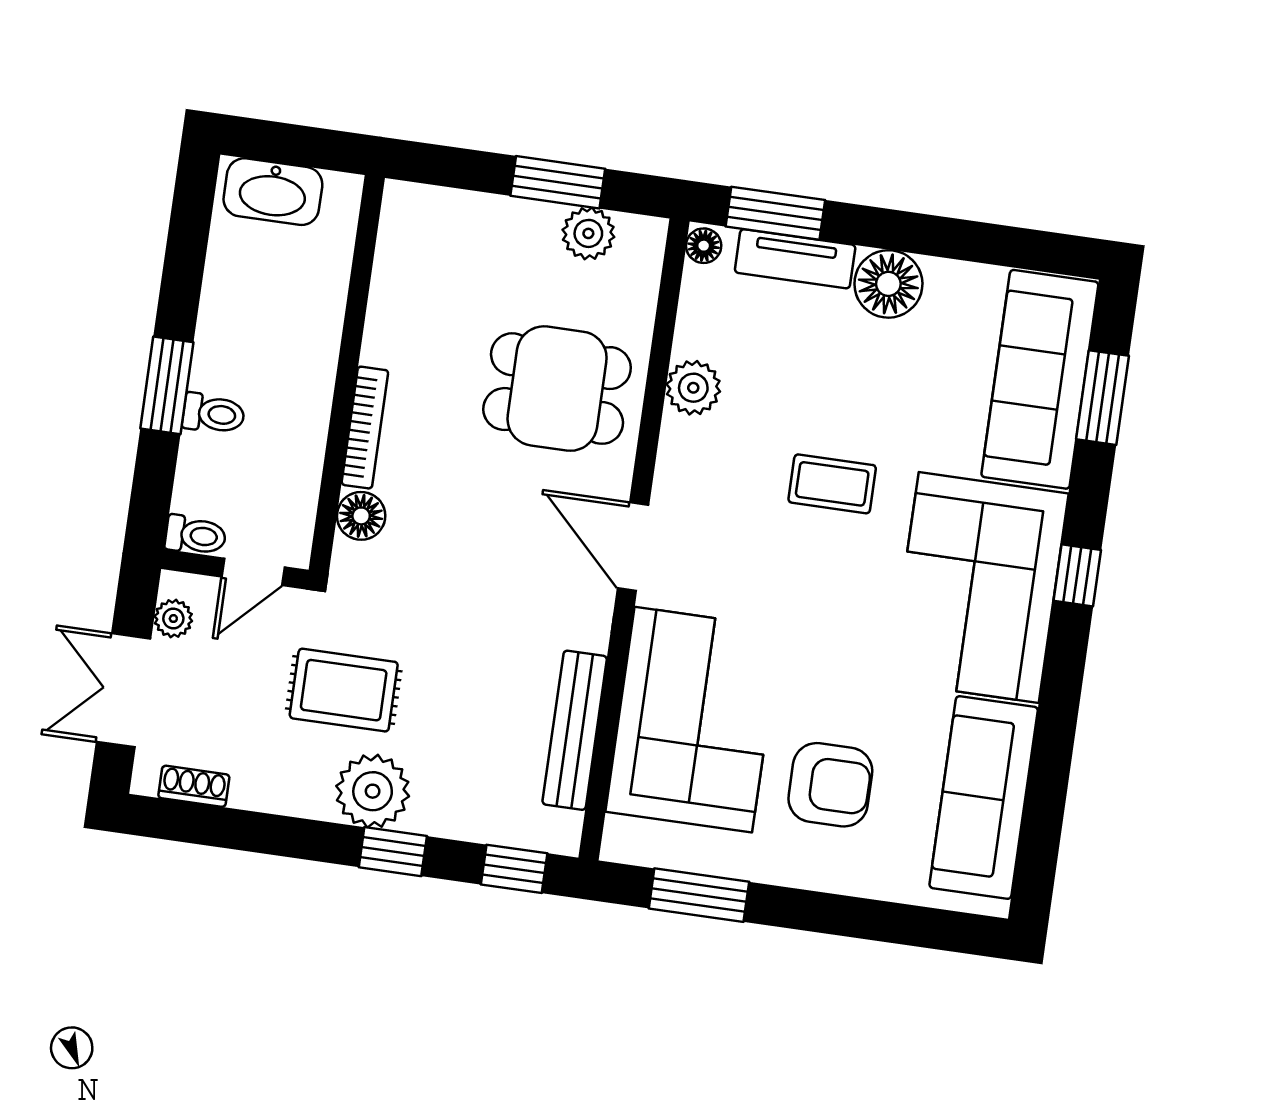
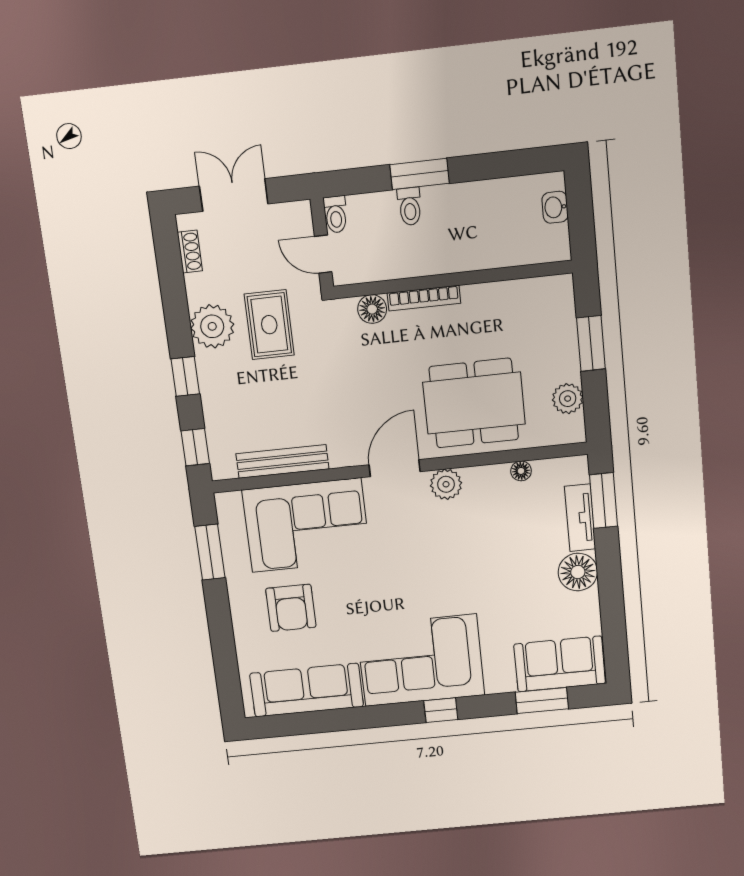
window: (558, 182) -> (591, 343), moved
washbasin: (273, 192) -> (555, 207), width x0.52, depth x0.69
floor lamp: (704, 246) -> (521, 471), moved
sofa: (1040, 379) -> (560, 664), width x0.73
plant: (693, 388) -> (446, 484), moved
dining table: (557, 389) -> (474, 403), width x1.38
coffee table: (832, 484) -> (458, 569), removed
plant: (173, 619) -> (284, 214), removed
plant: (373, 791) -> (212, 326), moved

